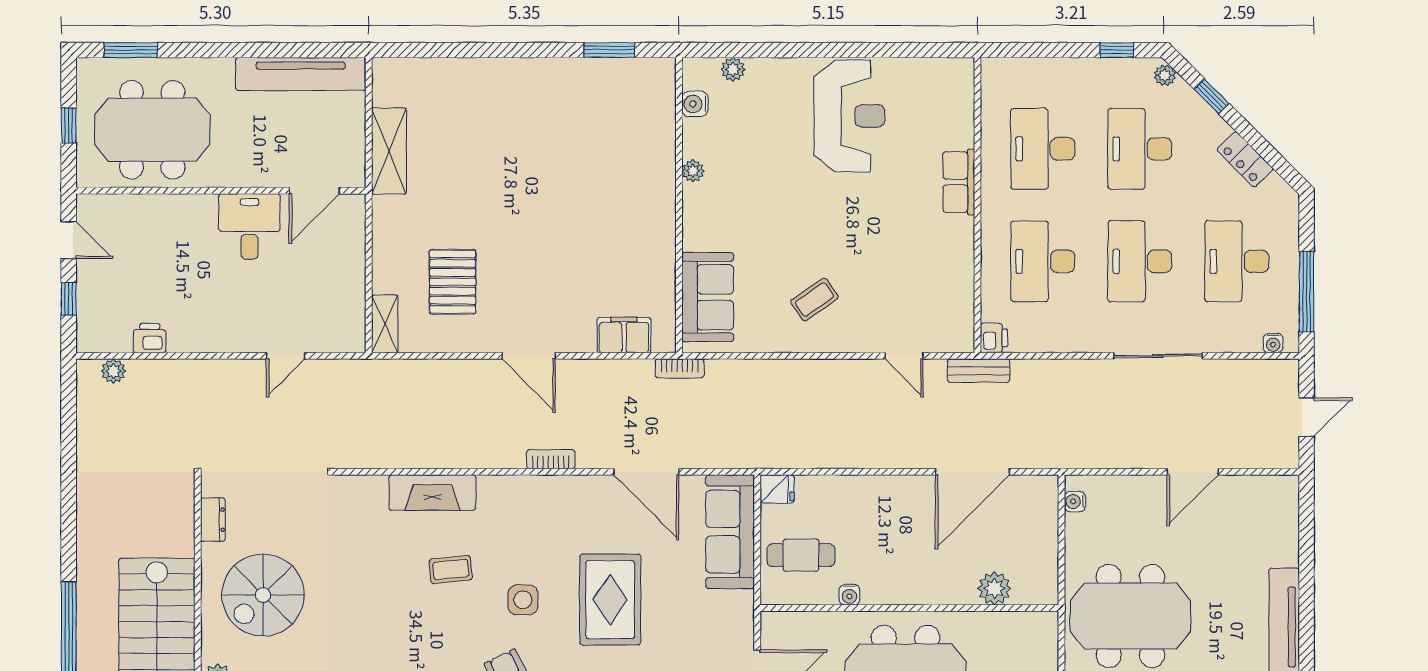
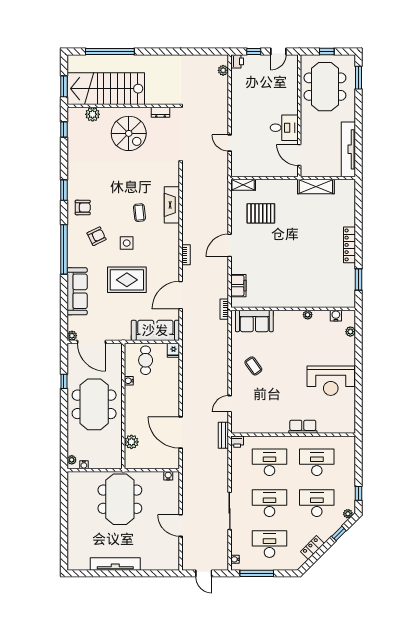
locker: (527, 71) -> (350, 245), added
printer: (150, 338) -> (237, 61), moved
spiral stairs: (263, 595) -> (129, 133), turned 180

